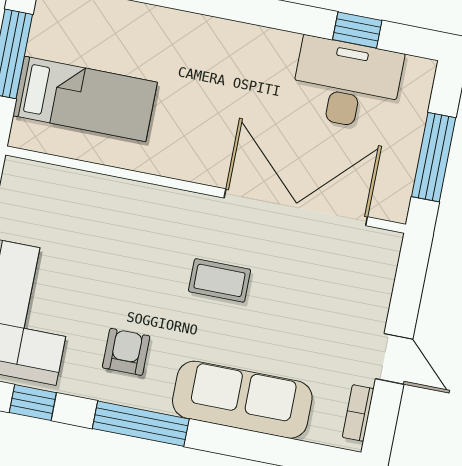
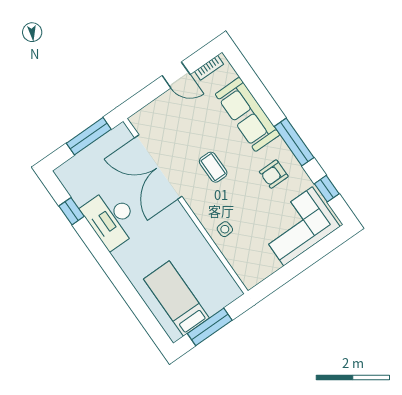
desk: (347, 84) -> (111, 219), moved
bed: (85, 99) -> (176, 299), moved
side table: (120, 210) -> (225, 229), added
door: (394, 359) -> (176, 75), swing flipped

